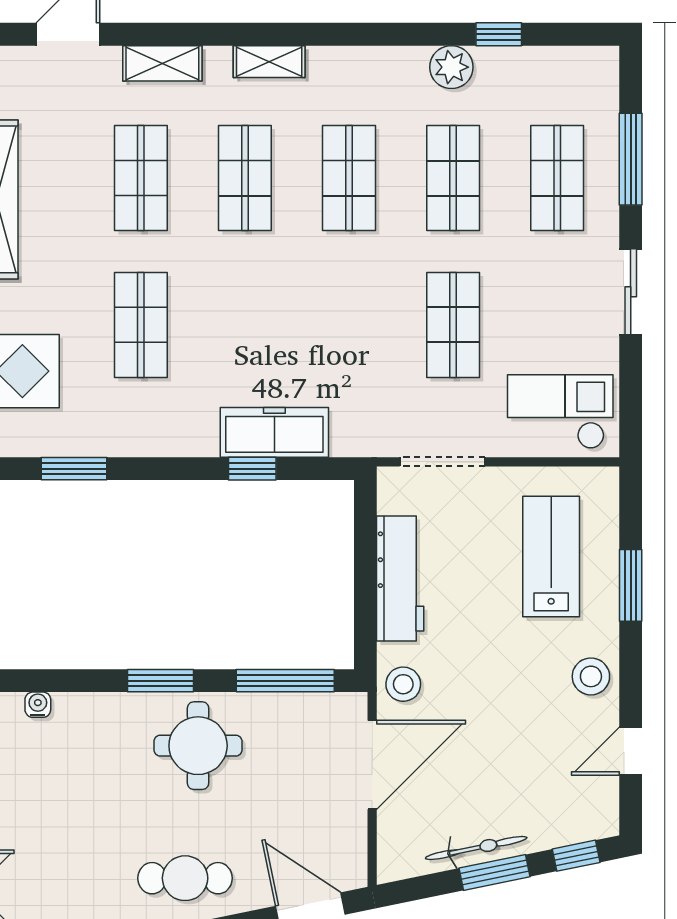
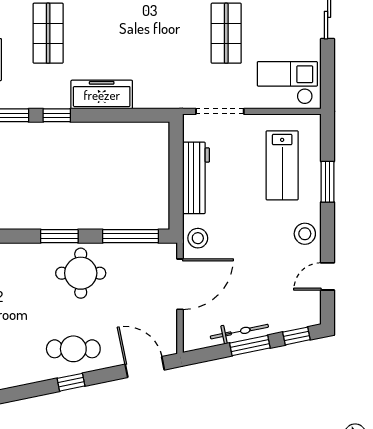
freezer: (274, 432) -> (102, 95), moved
window: (252, 469) -> (57, 115), moved
lab bench: (551, 557) -> (282, 165), turned 180

